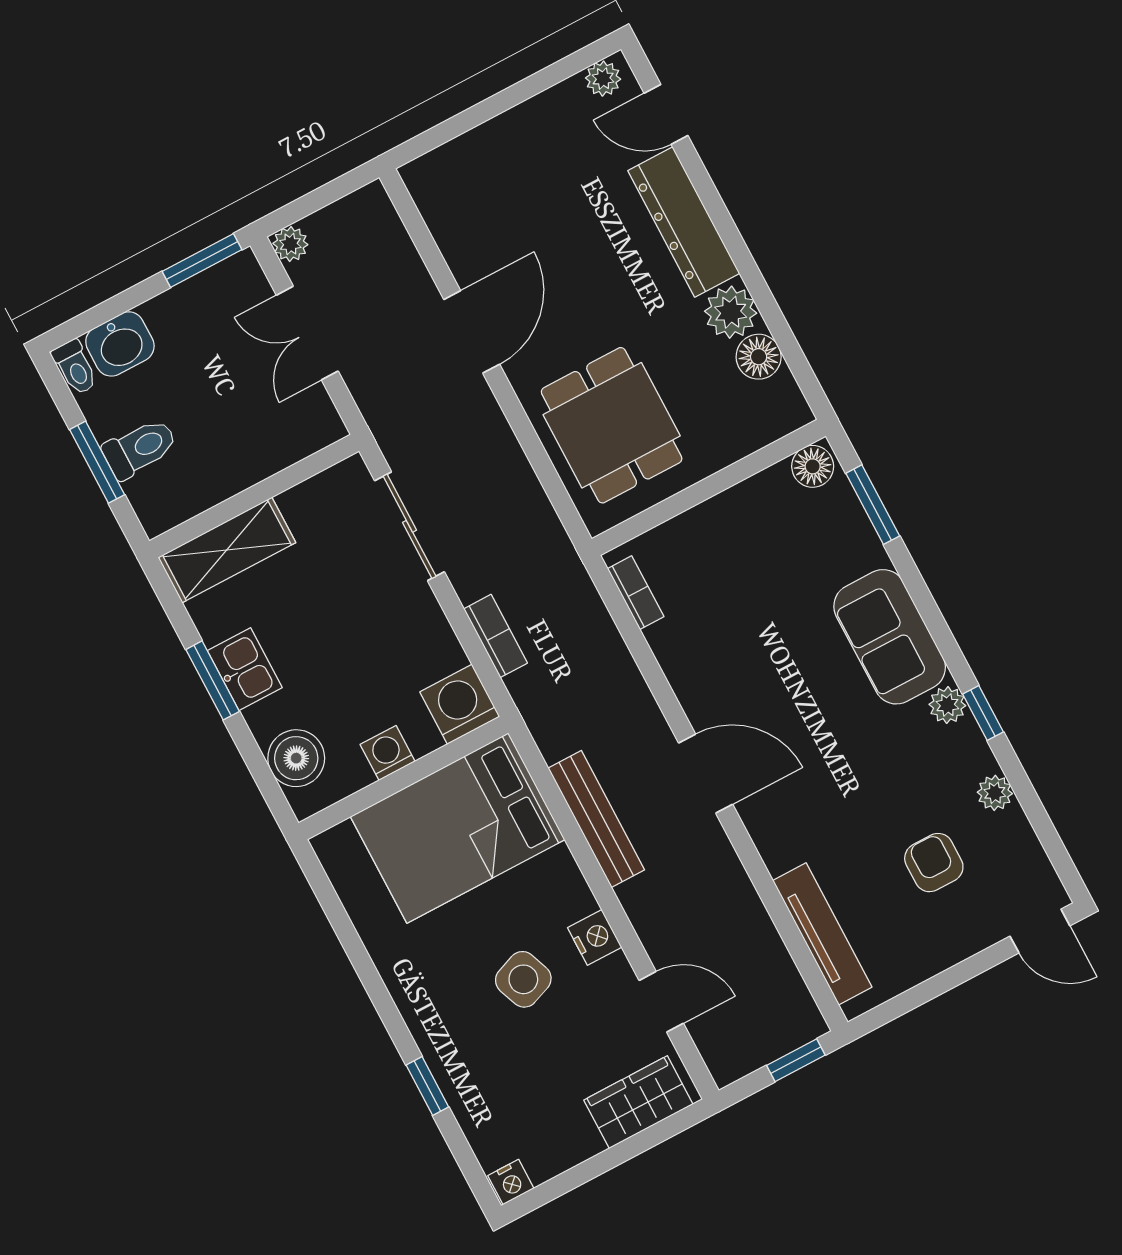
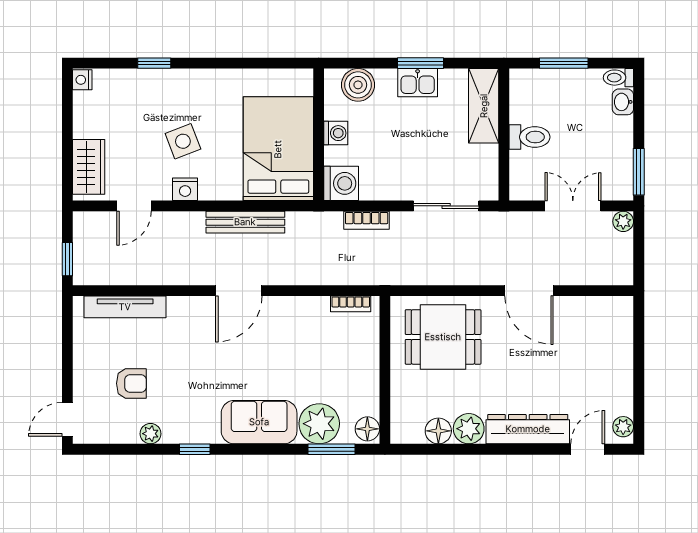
washbasin: (120, 344) -> (623, 102), width x0.72, depth x0.69
toilet: (140, 448) -> (530, 137), moved, turned -90
plant: (947, 705) -> (319, 424), moved, width x1.88, depth x1.88

